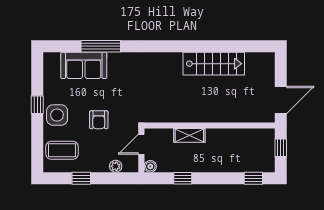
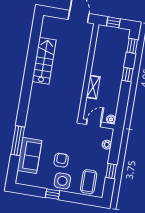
armchair: (99, 120) -> (61, 160), moved, turned -90
door: (141, 144) -> (94, 123), swing flipped
window: (183, 178) -> (127, 75), moved

